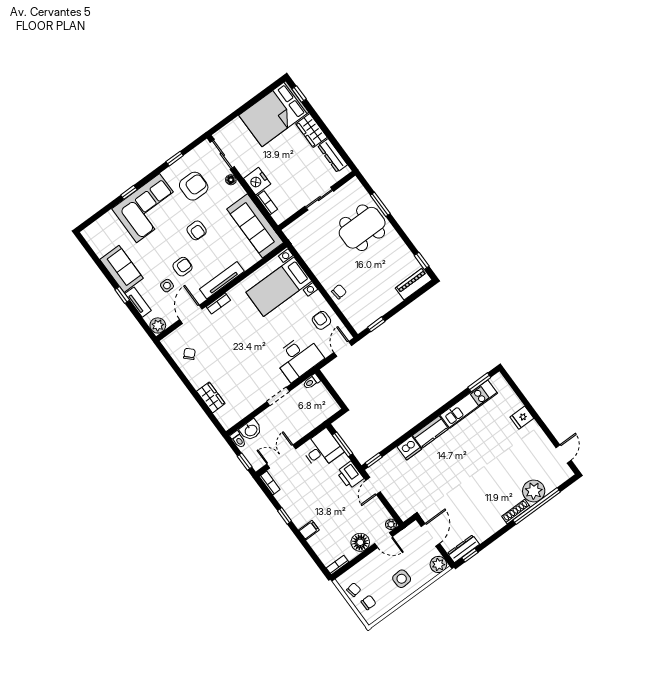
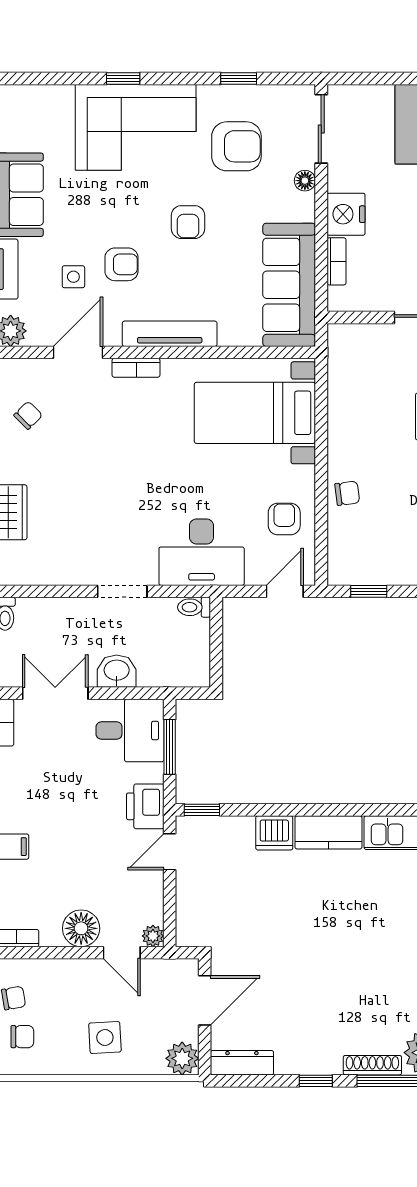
washbasin: (251, 430) -> (117, 671), moved, turned 180
window: (470, 555) -> (316, 1081), moved

